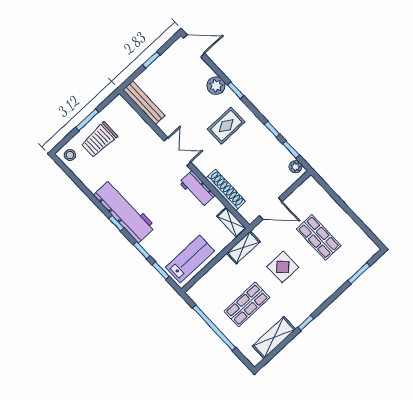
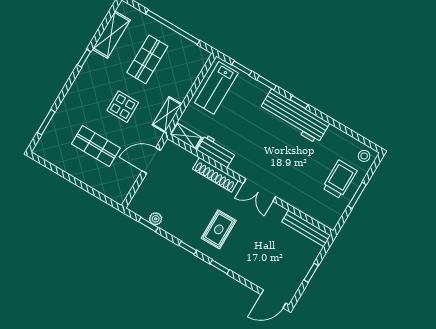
plant: (216, 86) -> (240, 266), removed
window: (272, 129) -> (188, 248), moved
plant: (295, 167) -> (156, 219), moved
workbench: (197, 189) -> (216, 151), moved
shoe rack: (226, 190) -> (215, 175), moved

